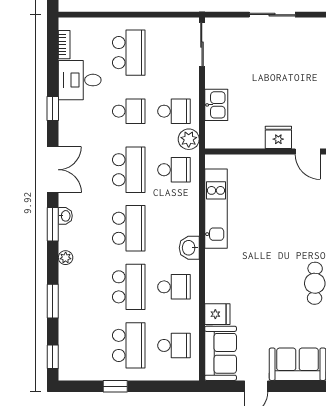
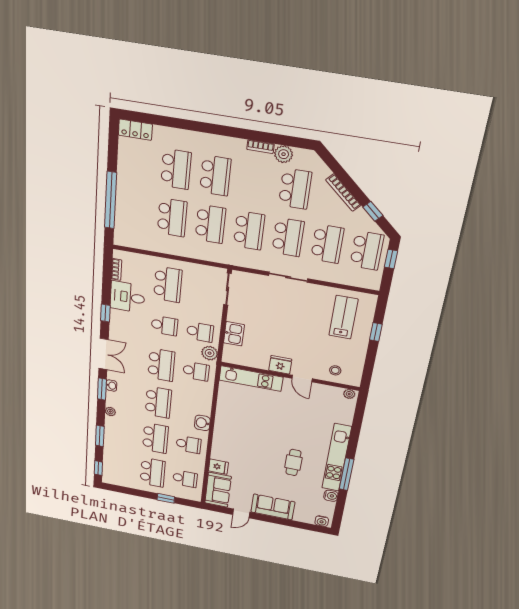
kitchen unit: (216, 209) -> (251, 379), moved, turned 90
window: (115, 386) -> (166, 498), moved

